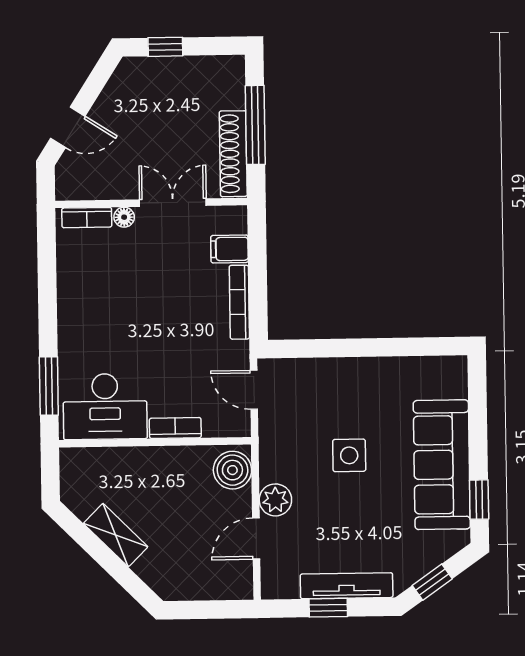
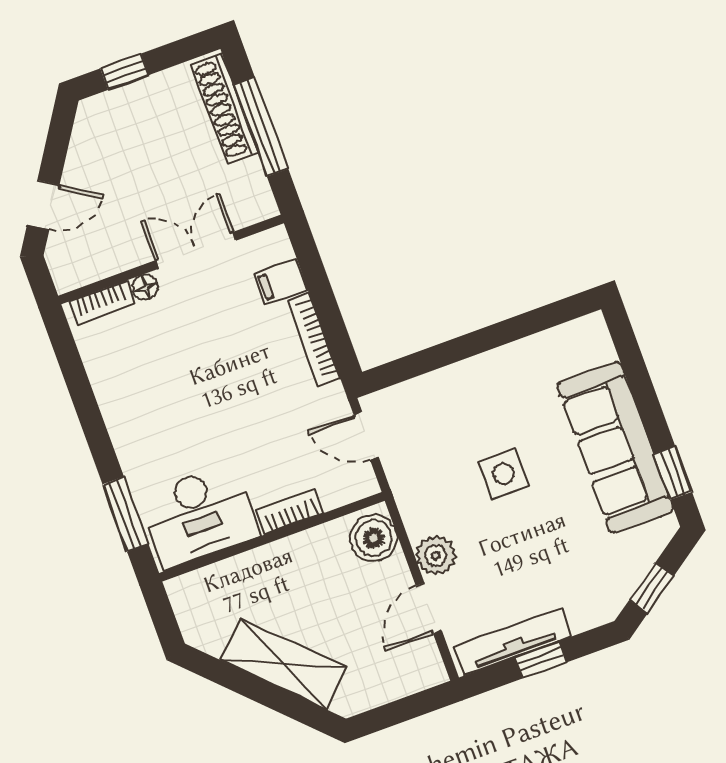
shoe rack: (233, 154) -> (225, 108), moved
shelving: (116, 535) -> (284, 664), width x1.50, depth x1.33
tv unit: (347, 586) -> (513, 641), moved

